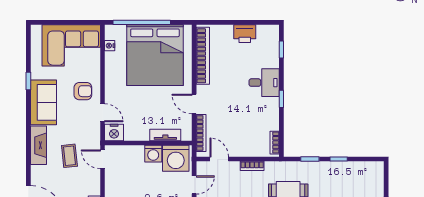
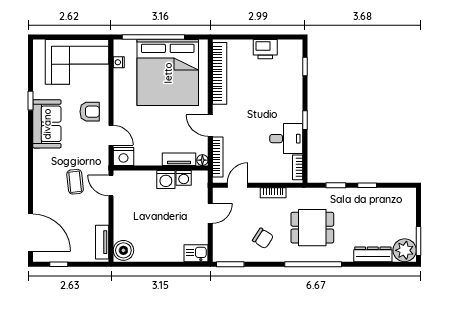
desk: (264, 83) -> (286, 139), moved
floor lamp: (187, 136) -> (202, 160), added
fireplace: (39, 145) -> (41, 170), removed
washing machine: (176, 158) -> (184, 178), width x0.53, depth x0.53
door: (219, 159) -> (237, 185), hinge flipped

